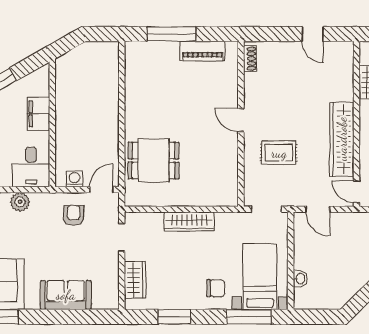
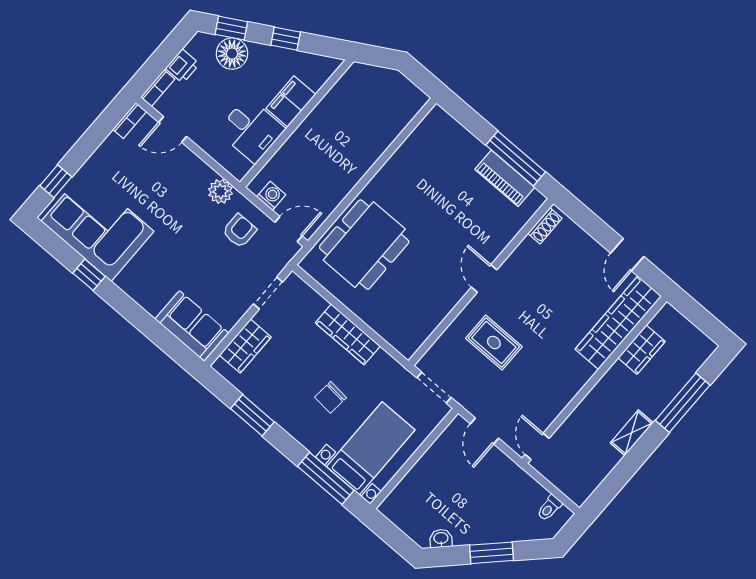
window: (171, 34) -> (516, 159), moved
wardrobe: (342, 139) -> (618, 323), moved
dining table: (154, 161) -> (364, 245), width x1.37
desk: (31, 167) -> (251, 130), moved, turned -90
plant: (20, 202) -> (220, 191), moved
washbasin: (300, 279) -> (441, 539), moved, turned -135
chair: (216, 288) -> (331, 397), moved, turned 95
sofa: (66, 295) -> (192, 326), moved

